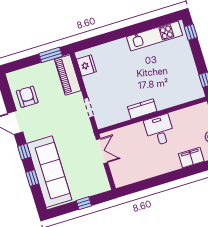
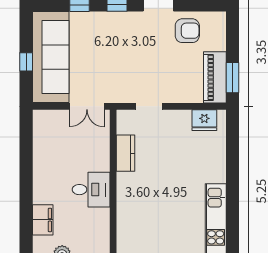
piano: (68, 75) -> (215, 77), moved, turned -90
kitchen counter: (142, 109) -> (126, 153), moved
sofa: (49, 172) -> (51, 57), moved, turned -90

